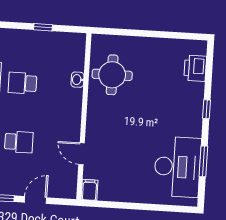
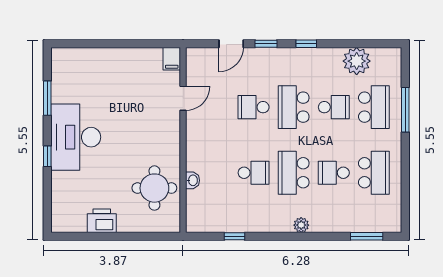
printer: (195, 68) -> (102, 221), moved, turned -90
door: (82, 154) -> (183, 98), hinge flipped
desk: (177, 167) -> (76, 137), moved

